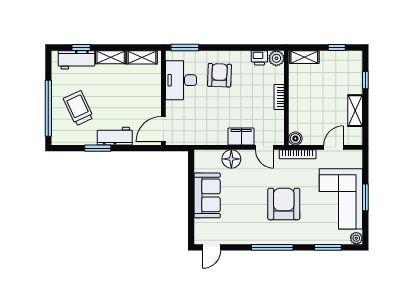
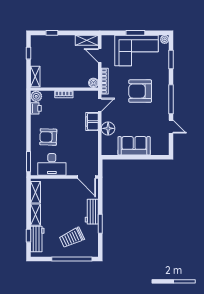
shelving: (355, 111) -> (87, 40), moved
door: (212, 247) -> (171, 127), moved

